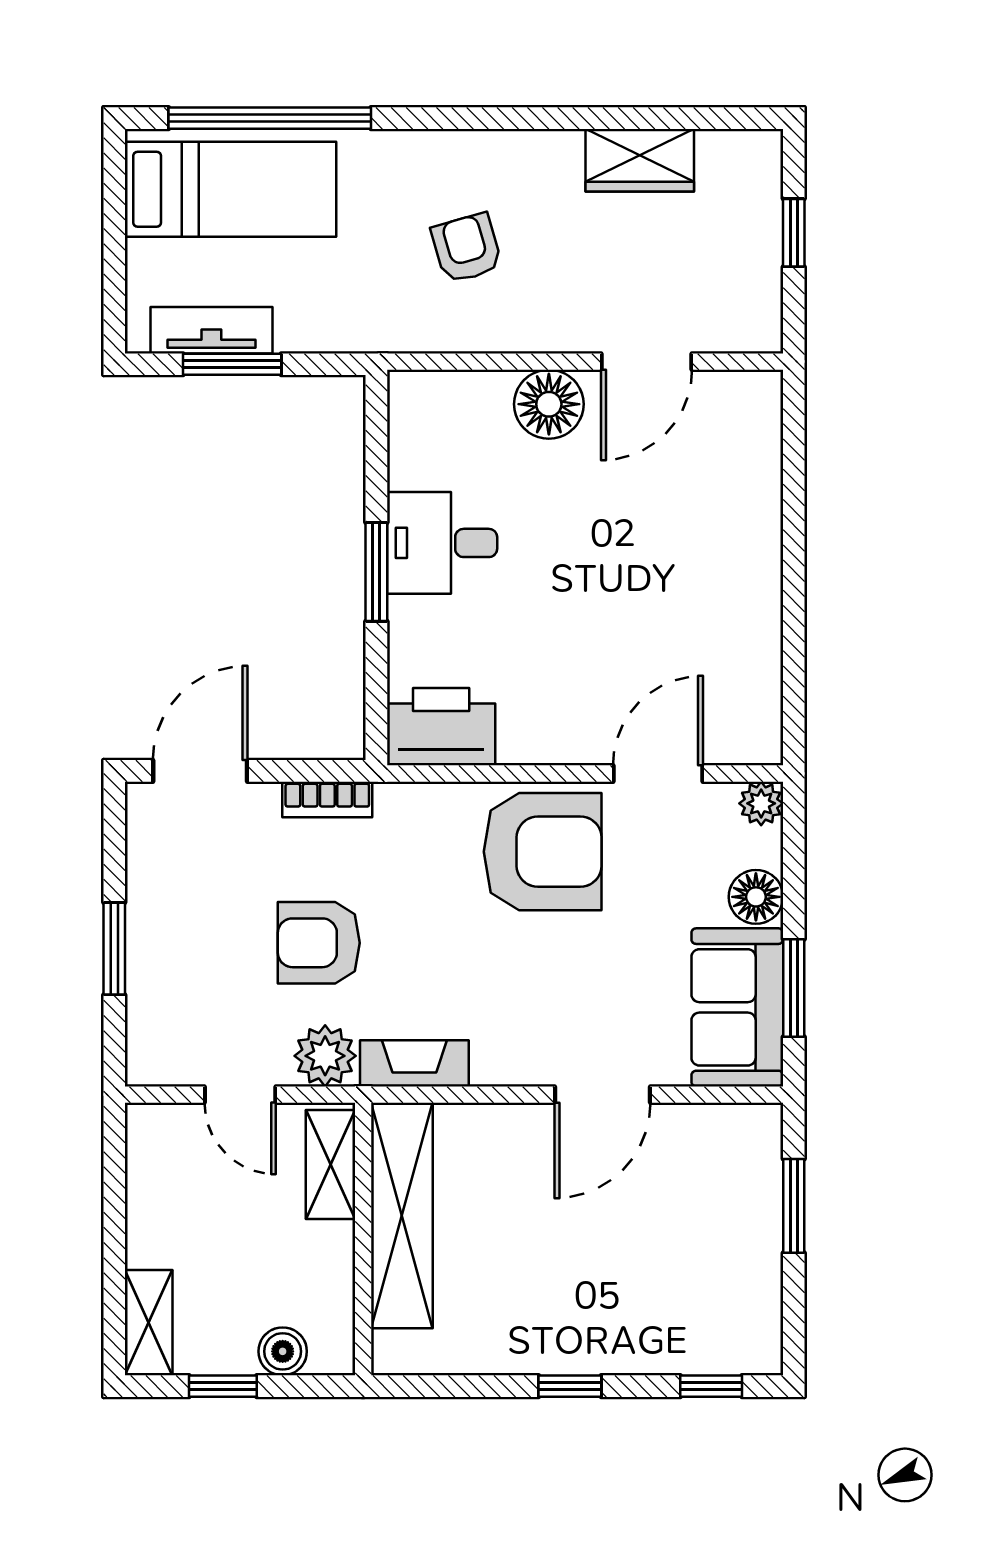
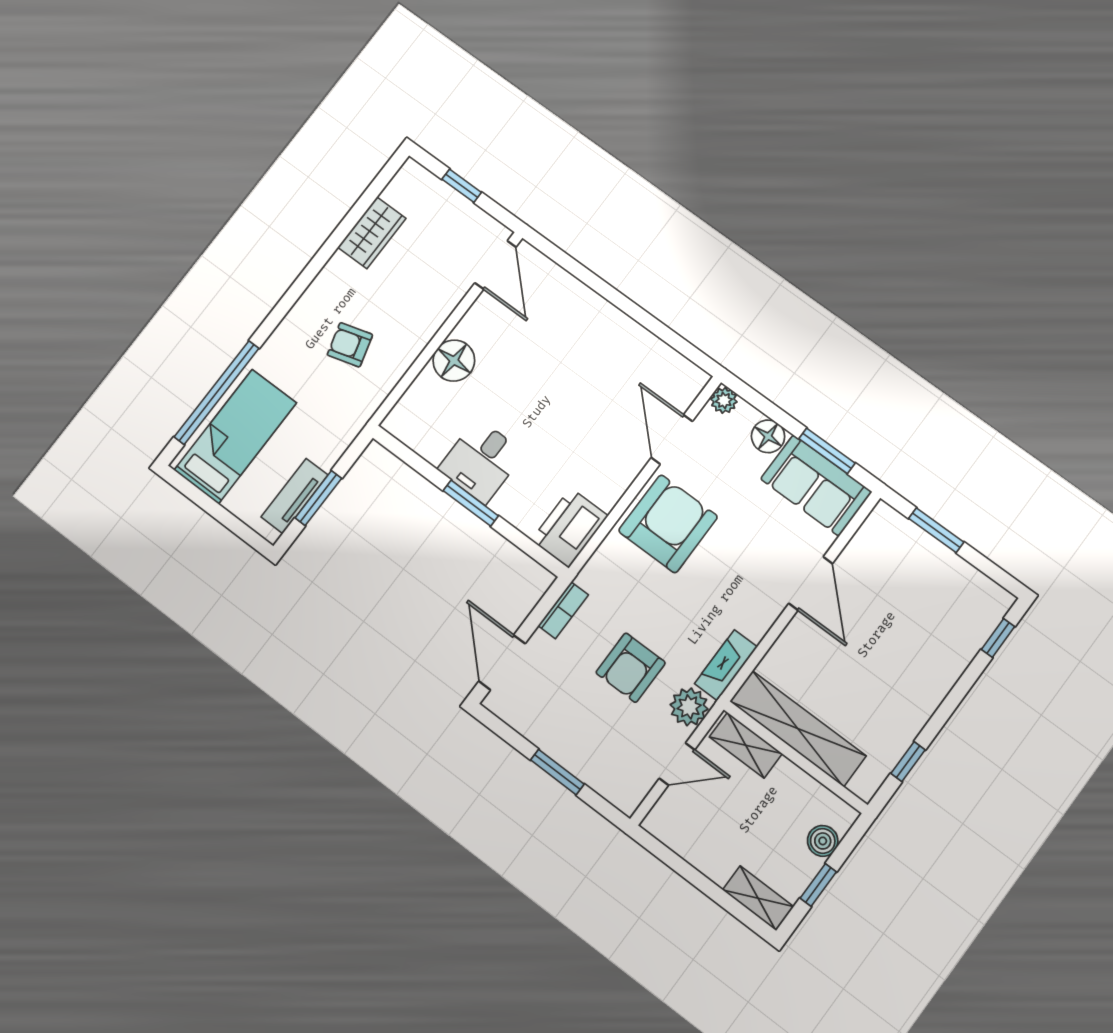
door: (647, 362) -> (495, 265), moved
window: (570, 1386) -> (908, 762), moved

